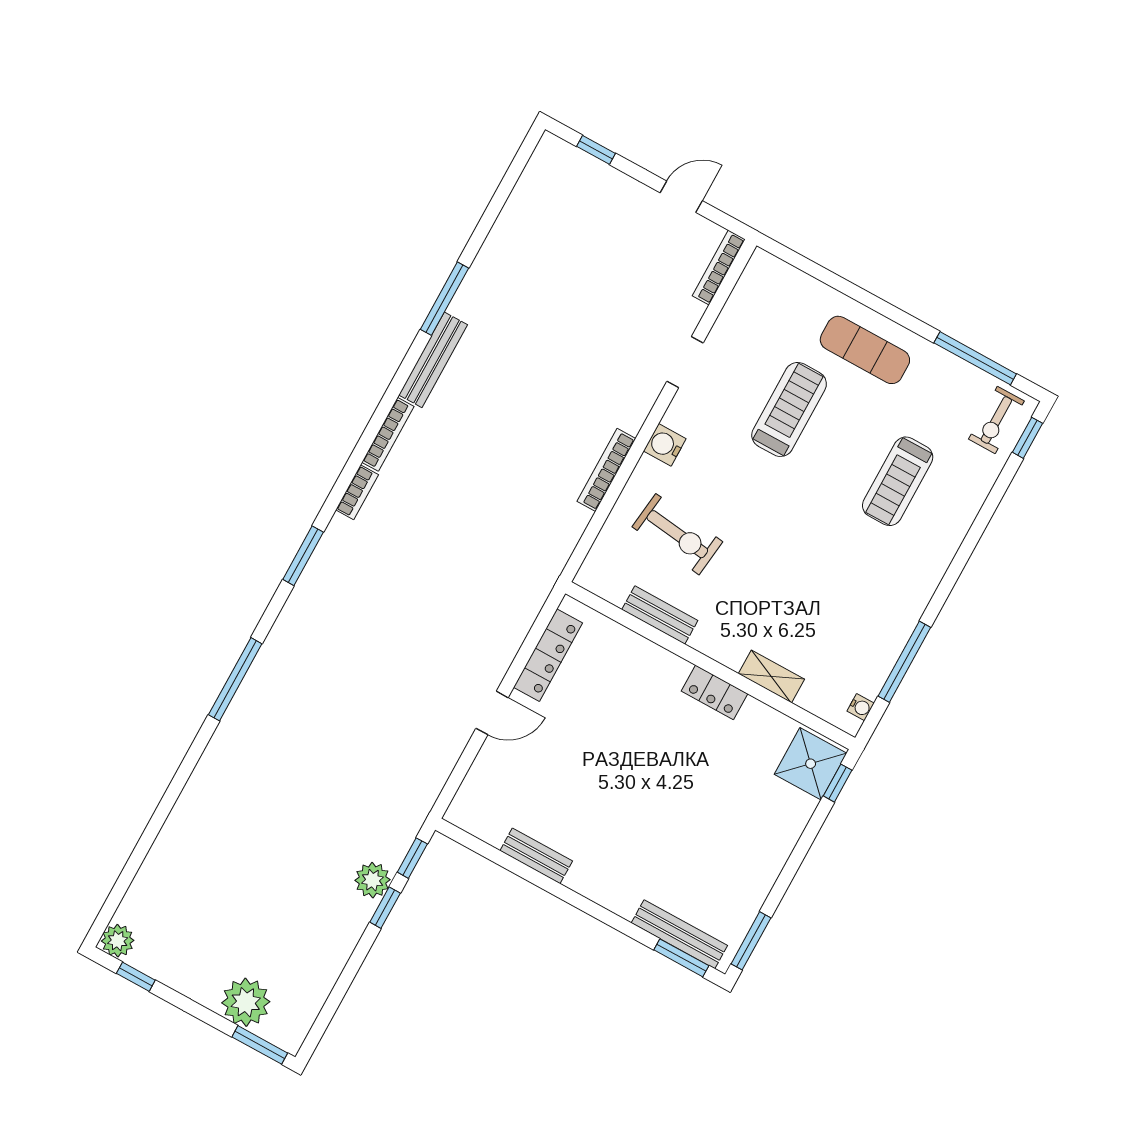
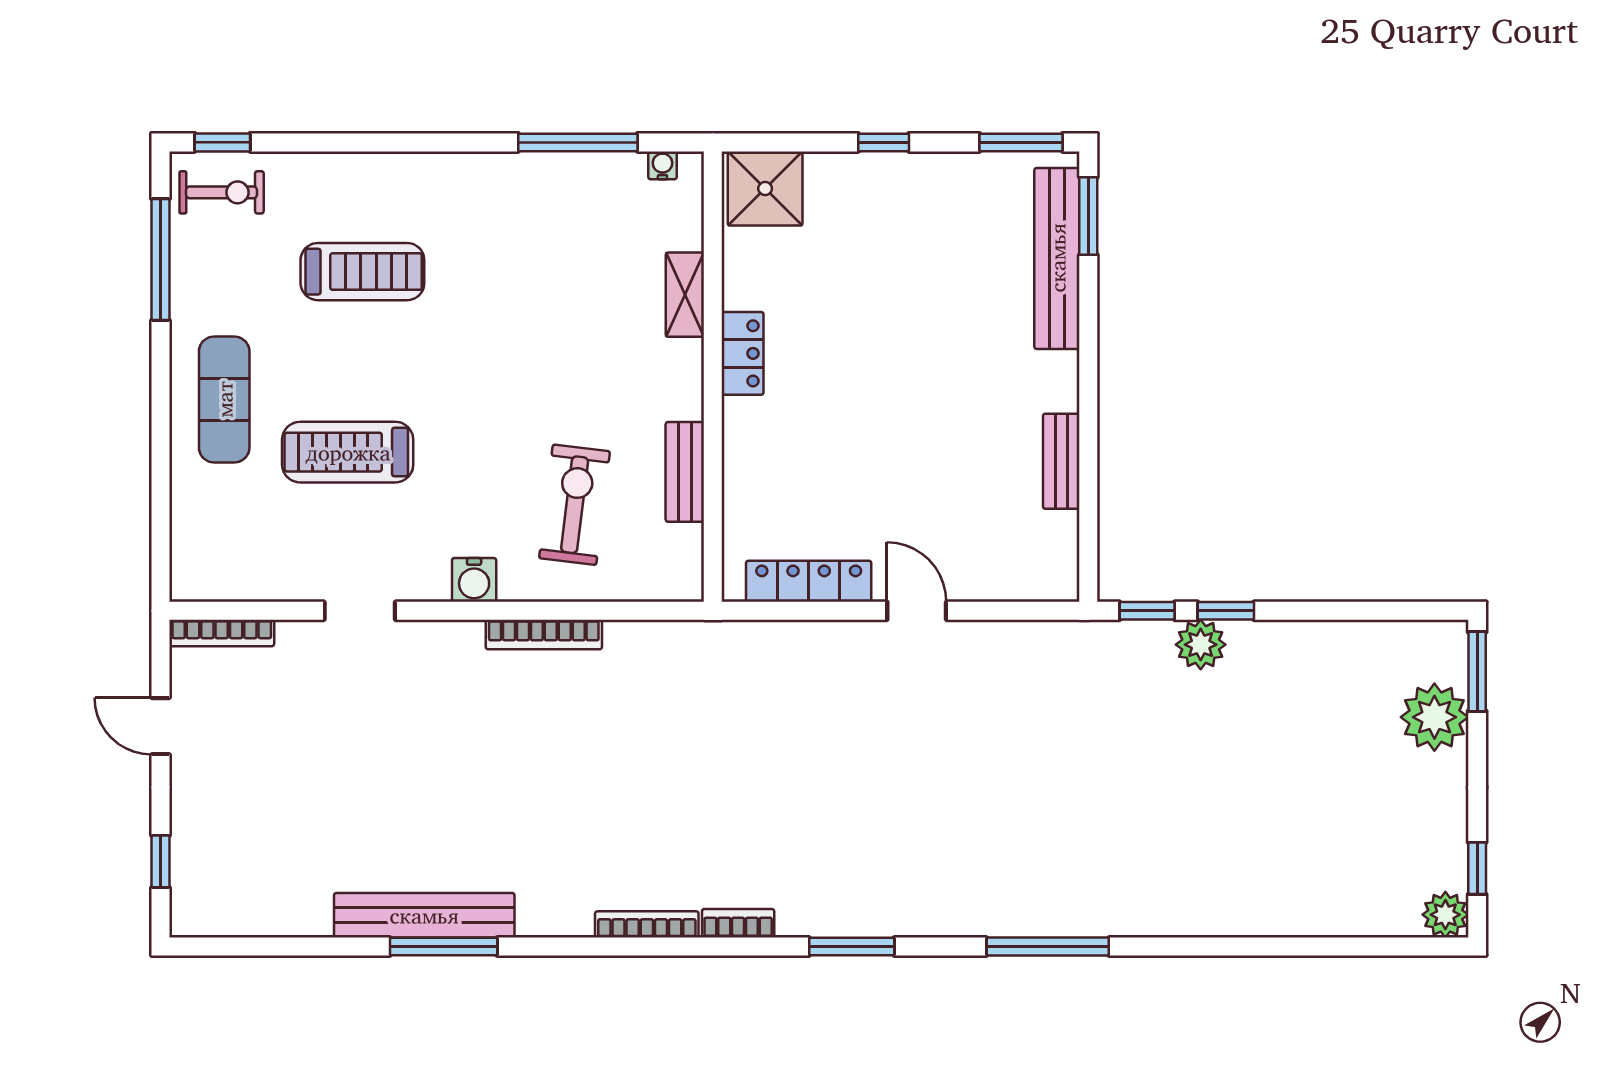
bench: (433, 360) -> (424, 915), moved, width x1.37, depth x1.21
window: (838, 783) -> (884, 142), moved
bench: (679, 934) -> (1057, 258), width x1.37, depth x1.21

